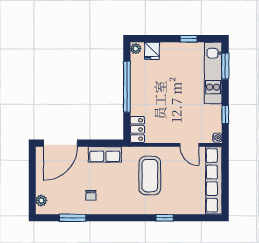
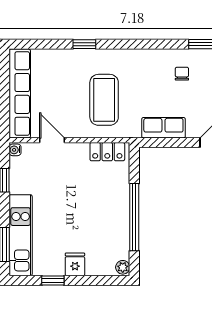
fridge: (152, 51) -> (75, 264), moved
locker: (137, 129) -> (107, 152), moved, turned -90

